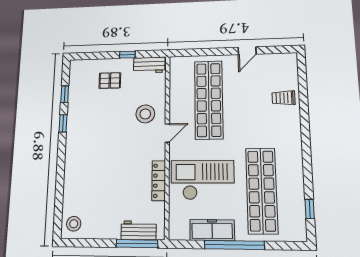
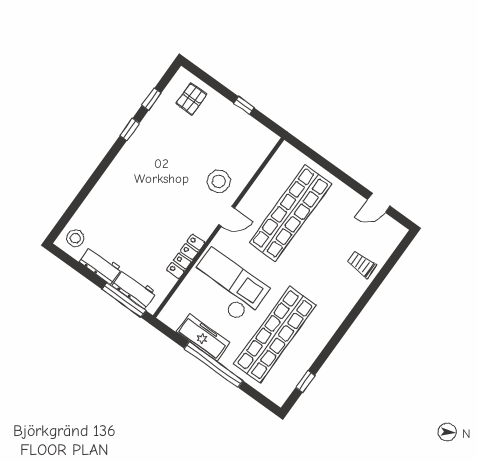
door: (247, 51) -> (379, 203), moved
workbench: (149, 65) -> (101, 265), moved, turned 180
pallet: (110, 81) -> (191, 99), moved, turned 90

